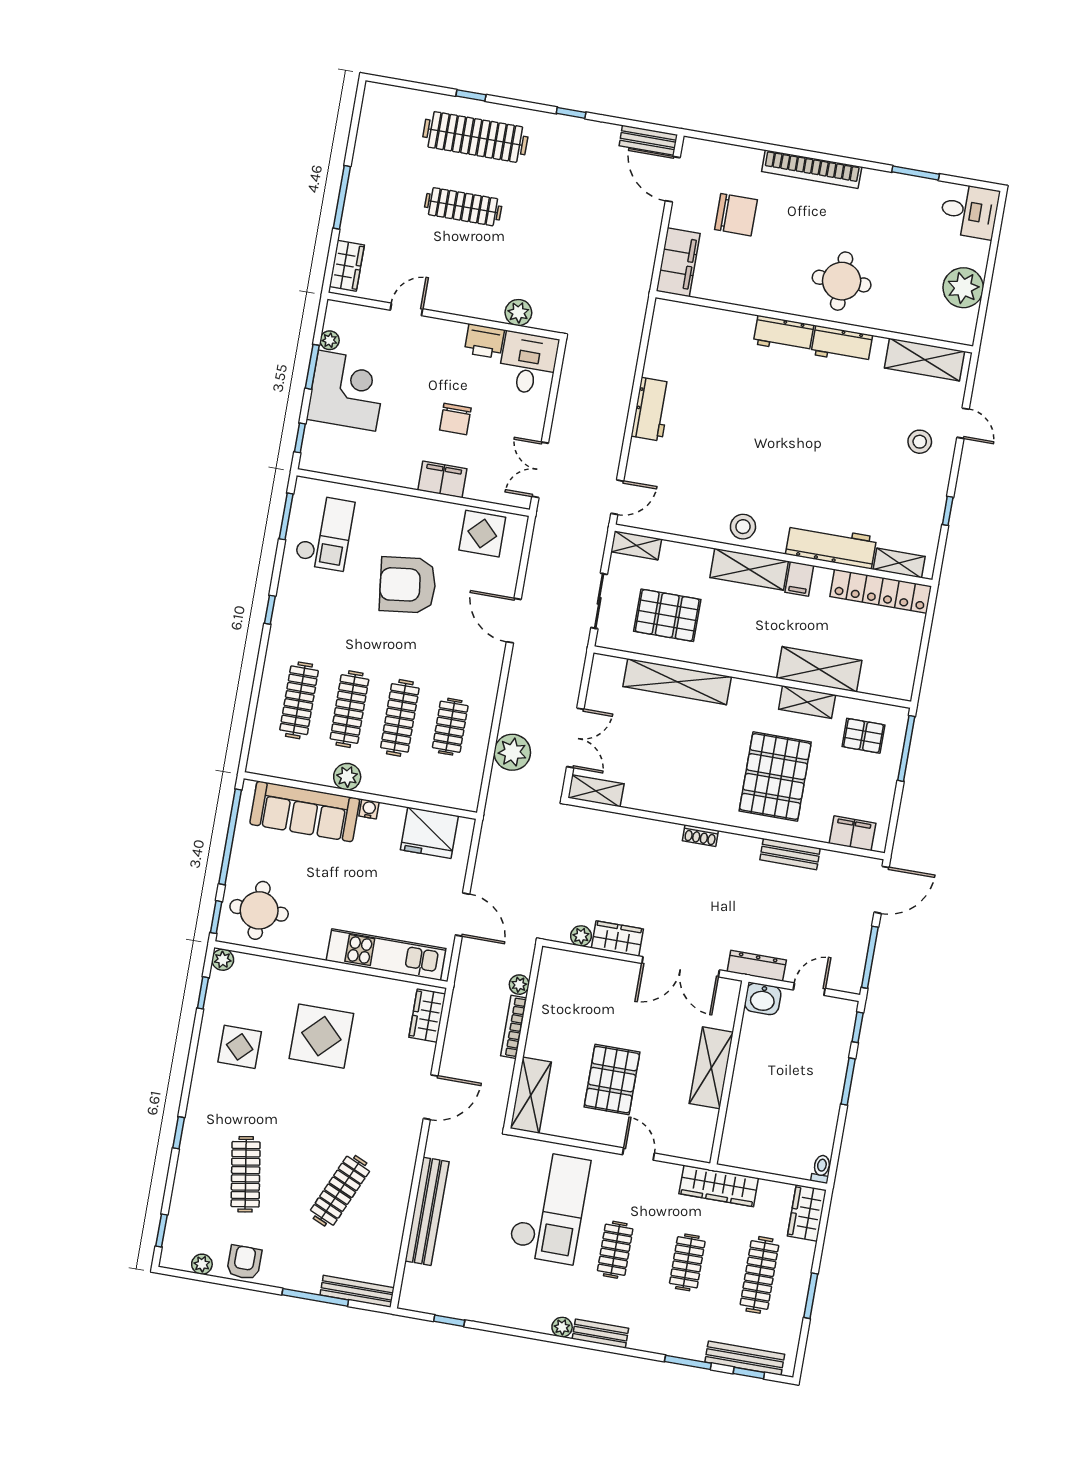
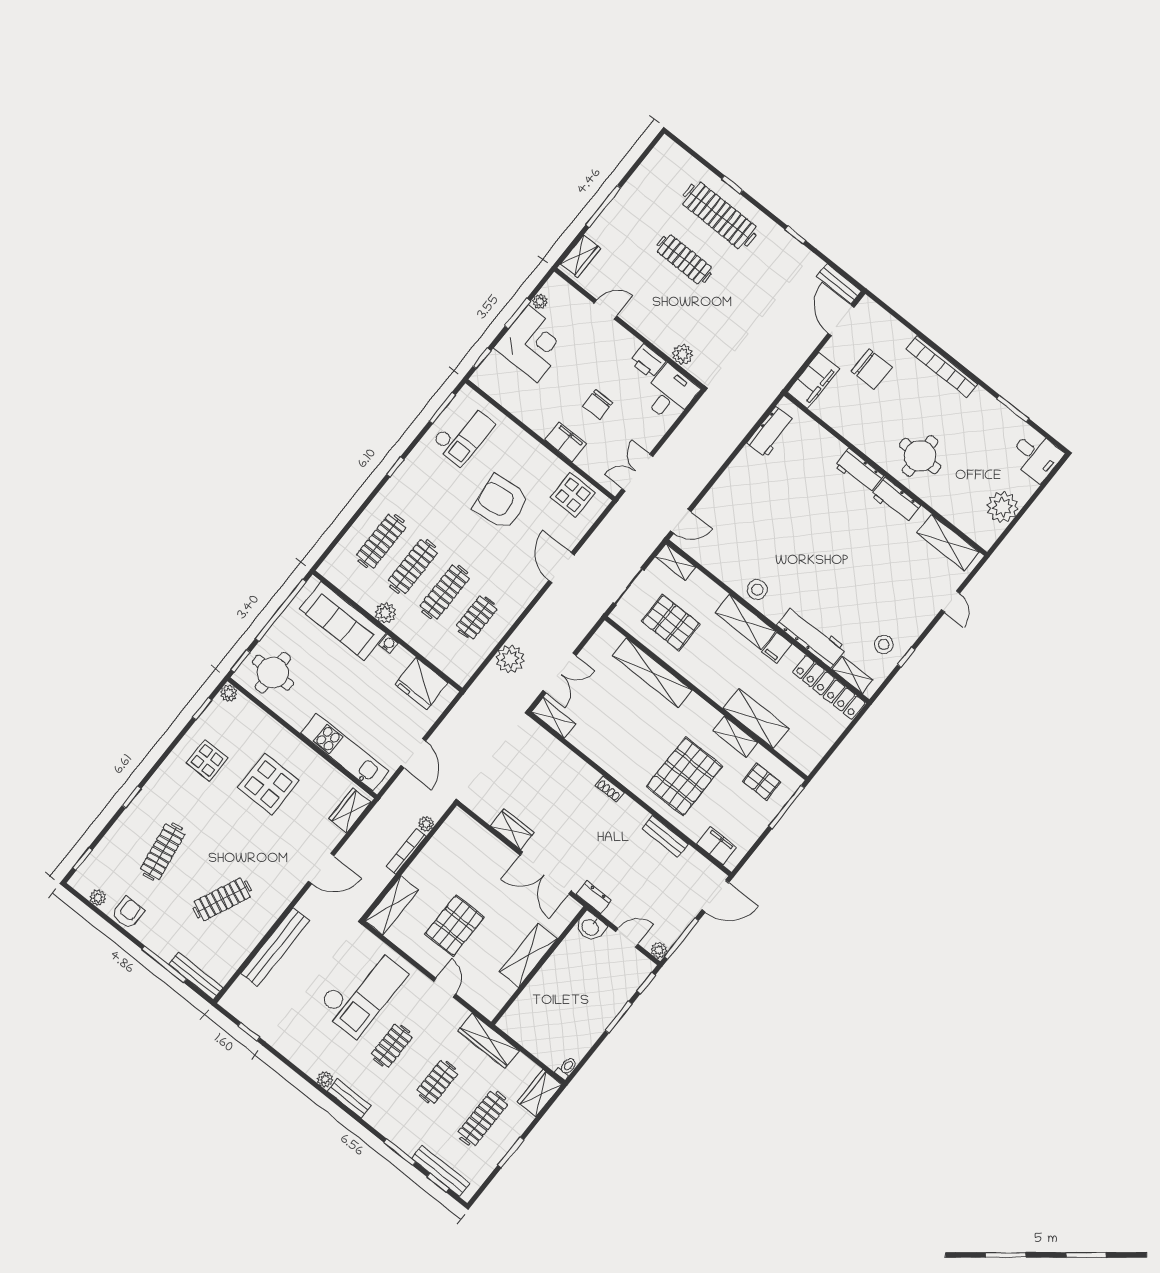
workbench: (651, 409) -> (771, 432), moved
stool: (920, 442) -> (884, 644), moved
plant: (581, 936) -> (659, 950), moved
dresser: (757, 966) -> (594, 897), width x0.70

